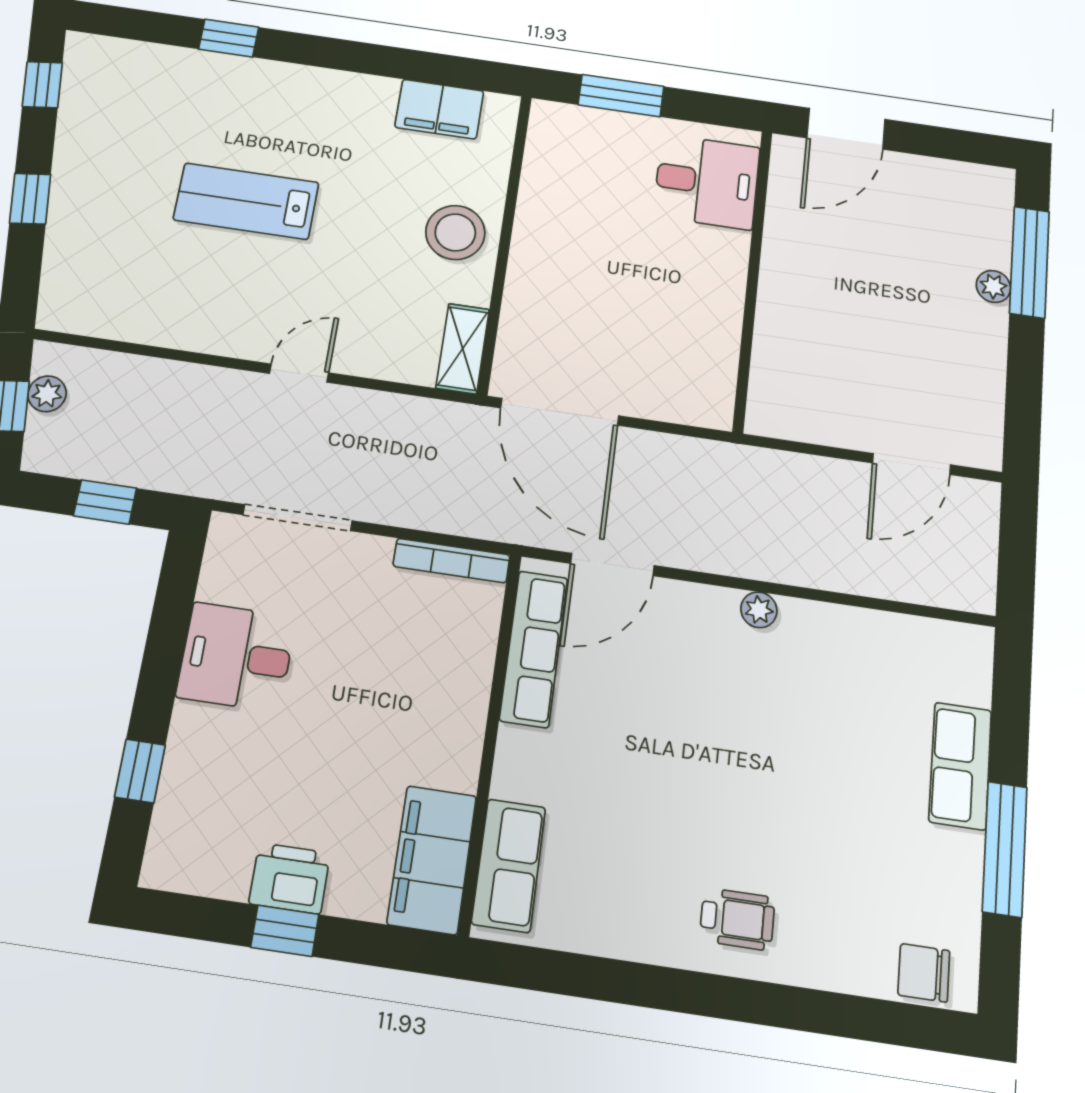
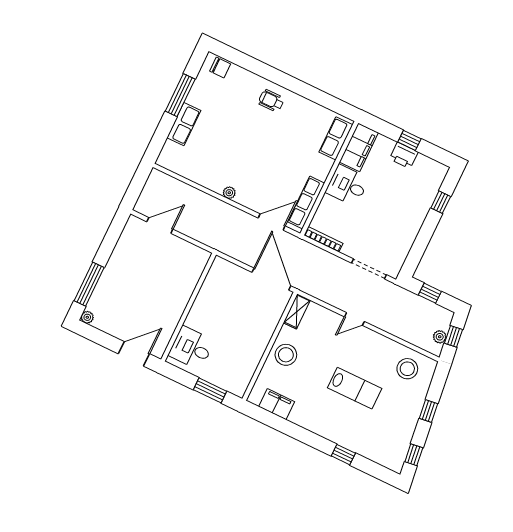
plant: (993, 286) -> (87, 317), moved
stool: (116, 287) -> (407, 369), added
desk: (236, 657) -> (347, 185), moved, turned 180

